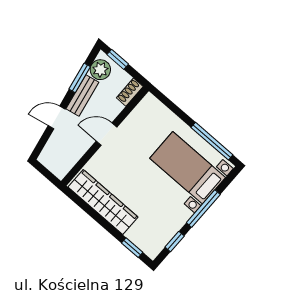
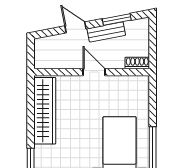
window: (118, 59) -> (153, 35), removed
plant: (100, 70) -> (135, 29), removed

